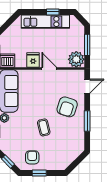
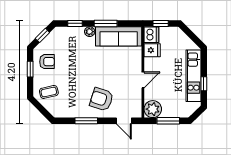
fridge: (33, 60) -> (152, 50), moved
coffee table: (44, 127) -> (49, 92), moved

